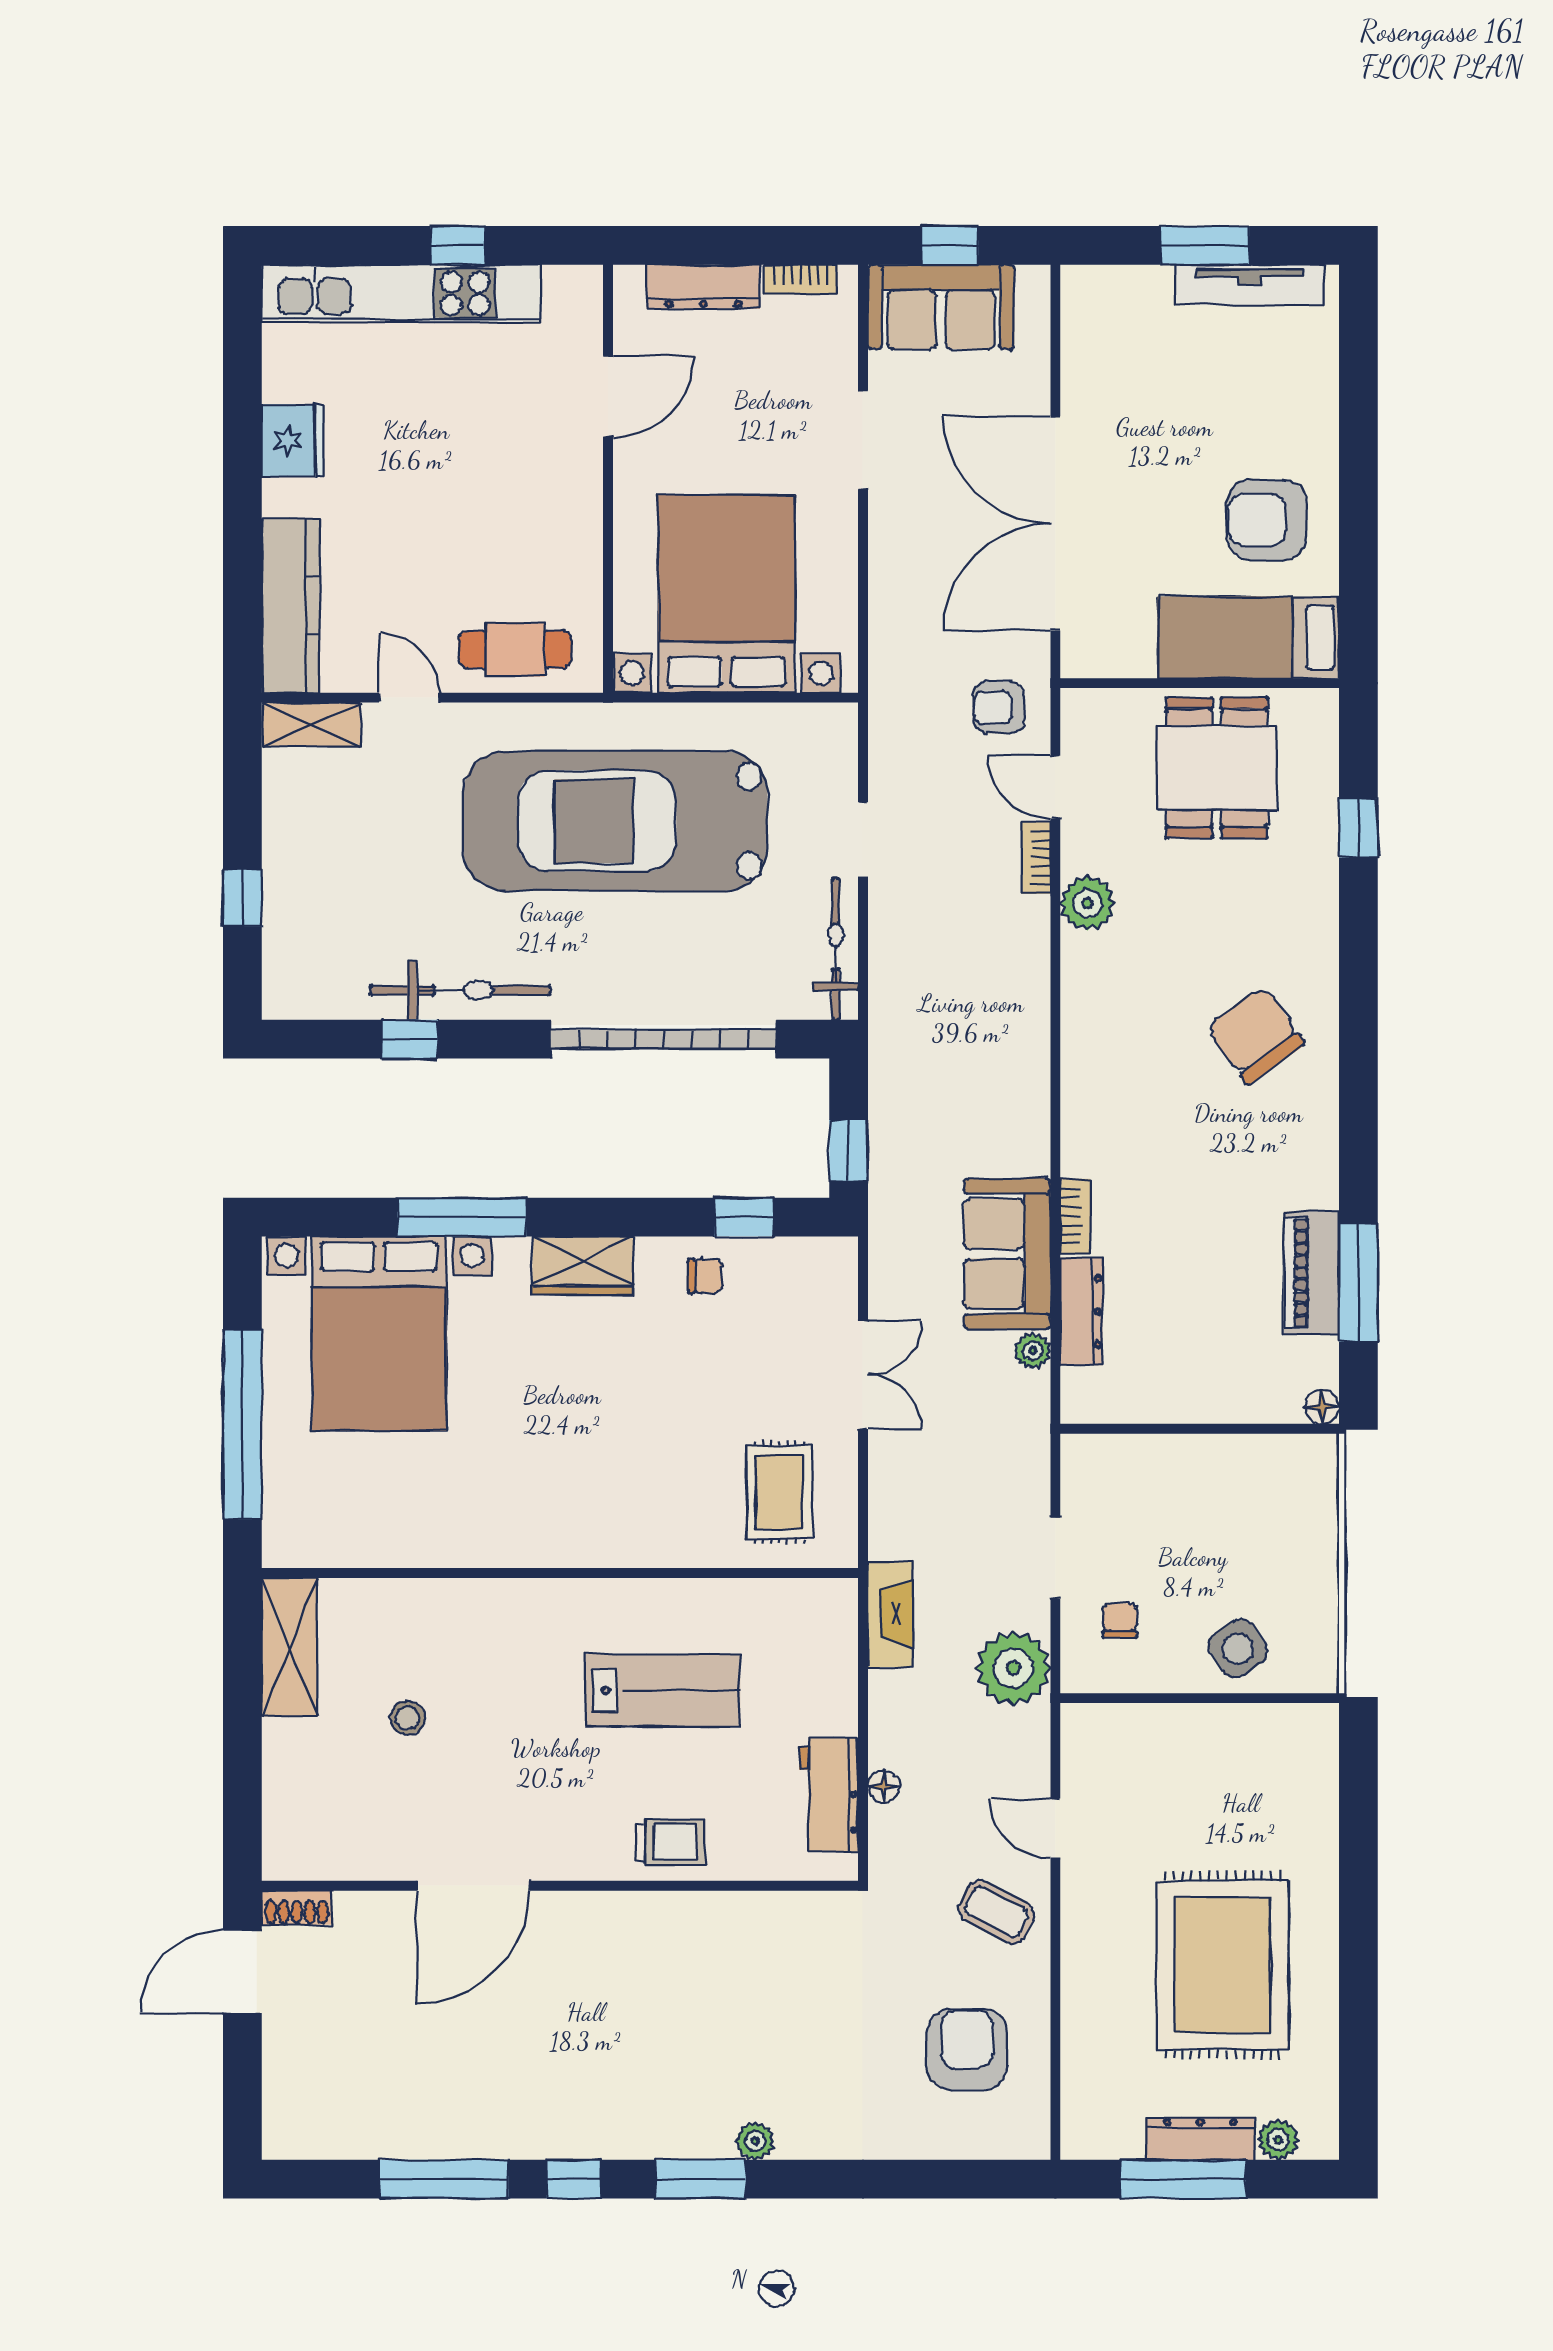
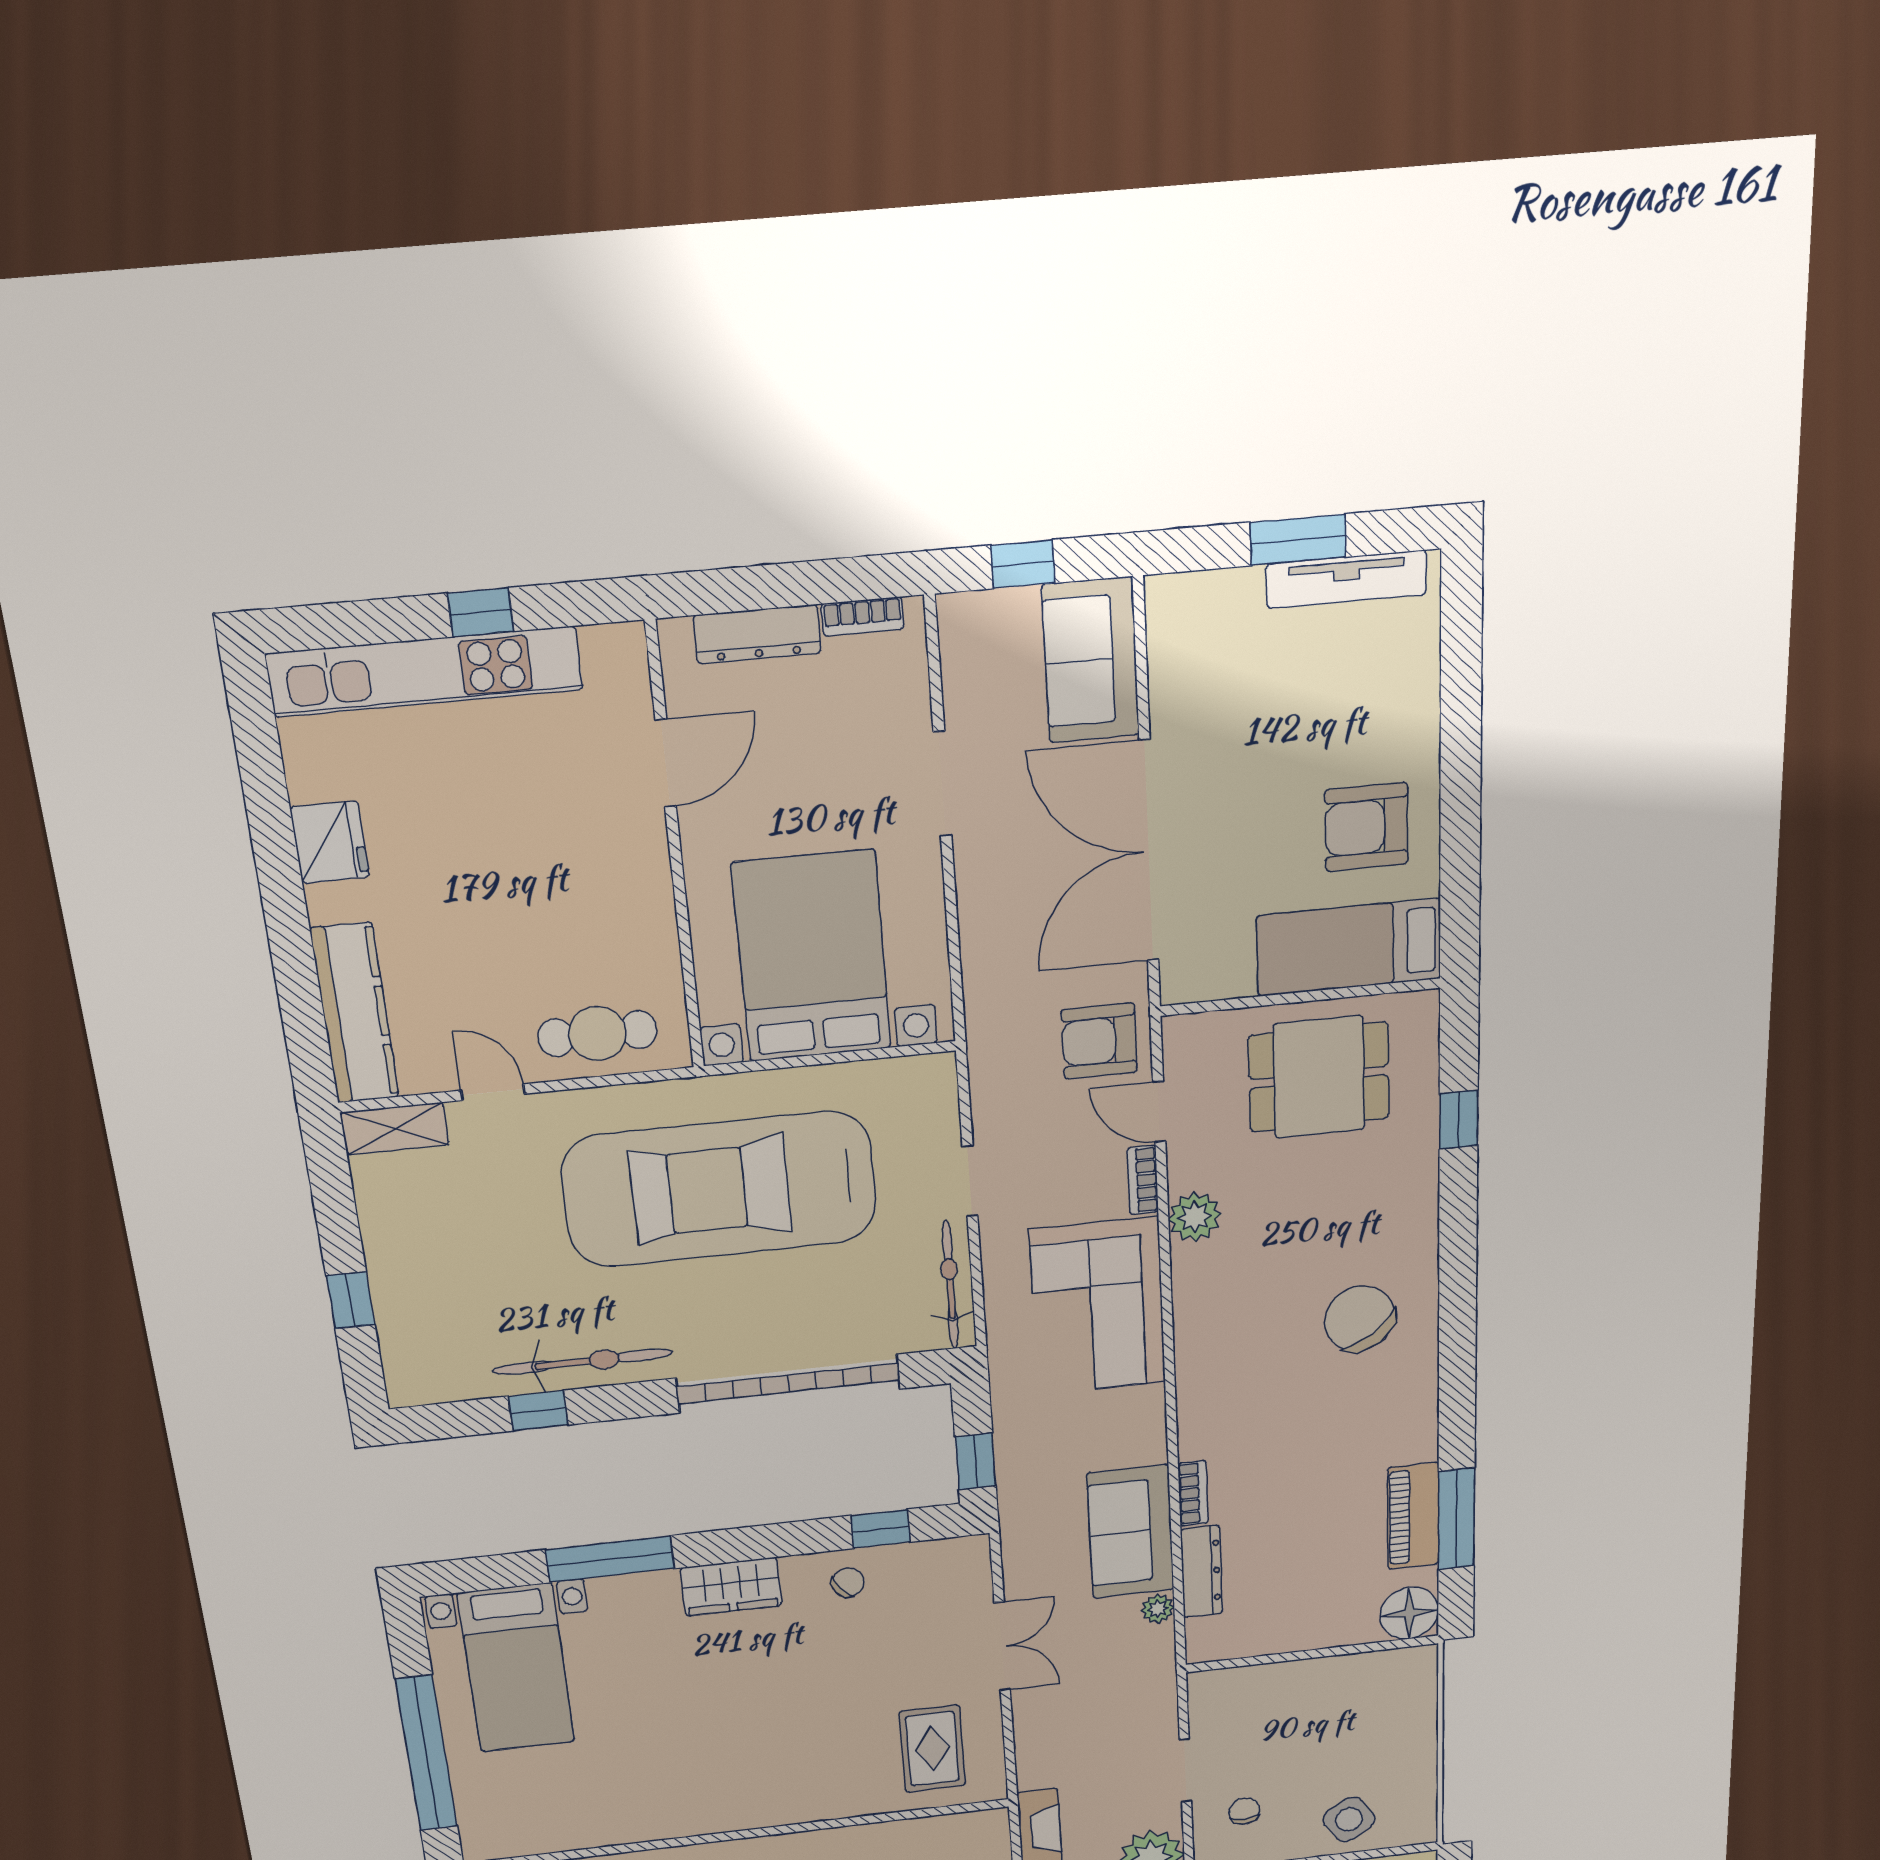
sofa: (941, 307) -> (1091, 660), moved, turned 90
armchair: (999, 708) -> (1099, 1041), width x1.38, depth x1.38
dining table: (1217, 768) -> (1319, 1077), turned 90
corner sofa: (985, 990) -> (1098, 1306), added
chair: (705, 1276) -> (848, 1582), turned -38
bed with nightstands: (379, 1334) -> (516, 1668), width x0.73
floor lamp: (1322, 1407) -> (1409, 1613), width x1.89, depth x1.89

